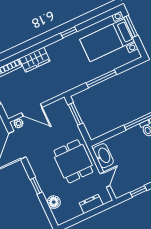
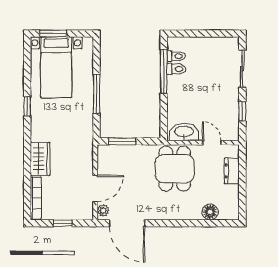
dining table: (73, 161) -> (175, 169), turned 90
window: (36, 186) -> (183, 223), removed

